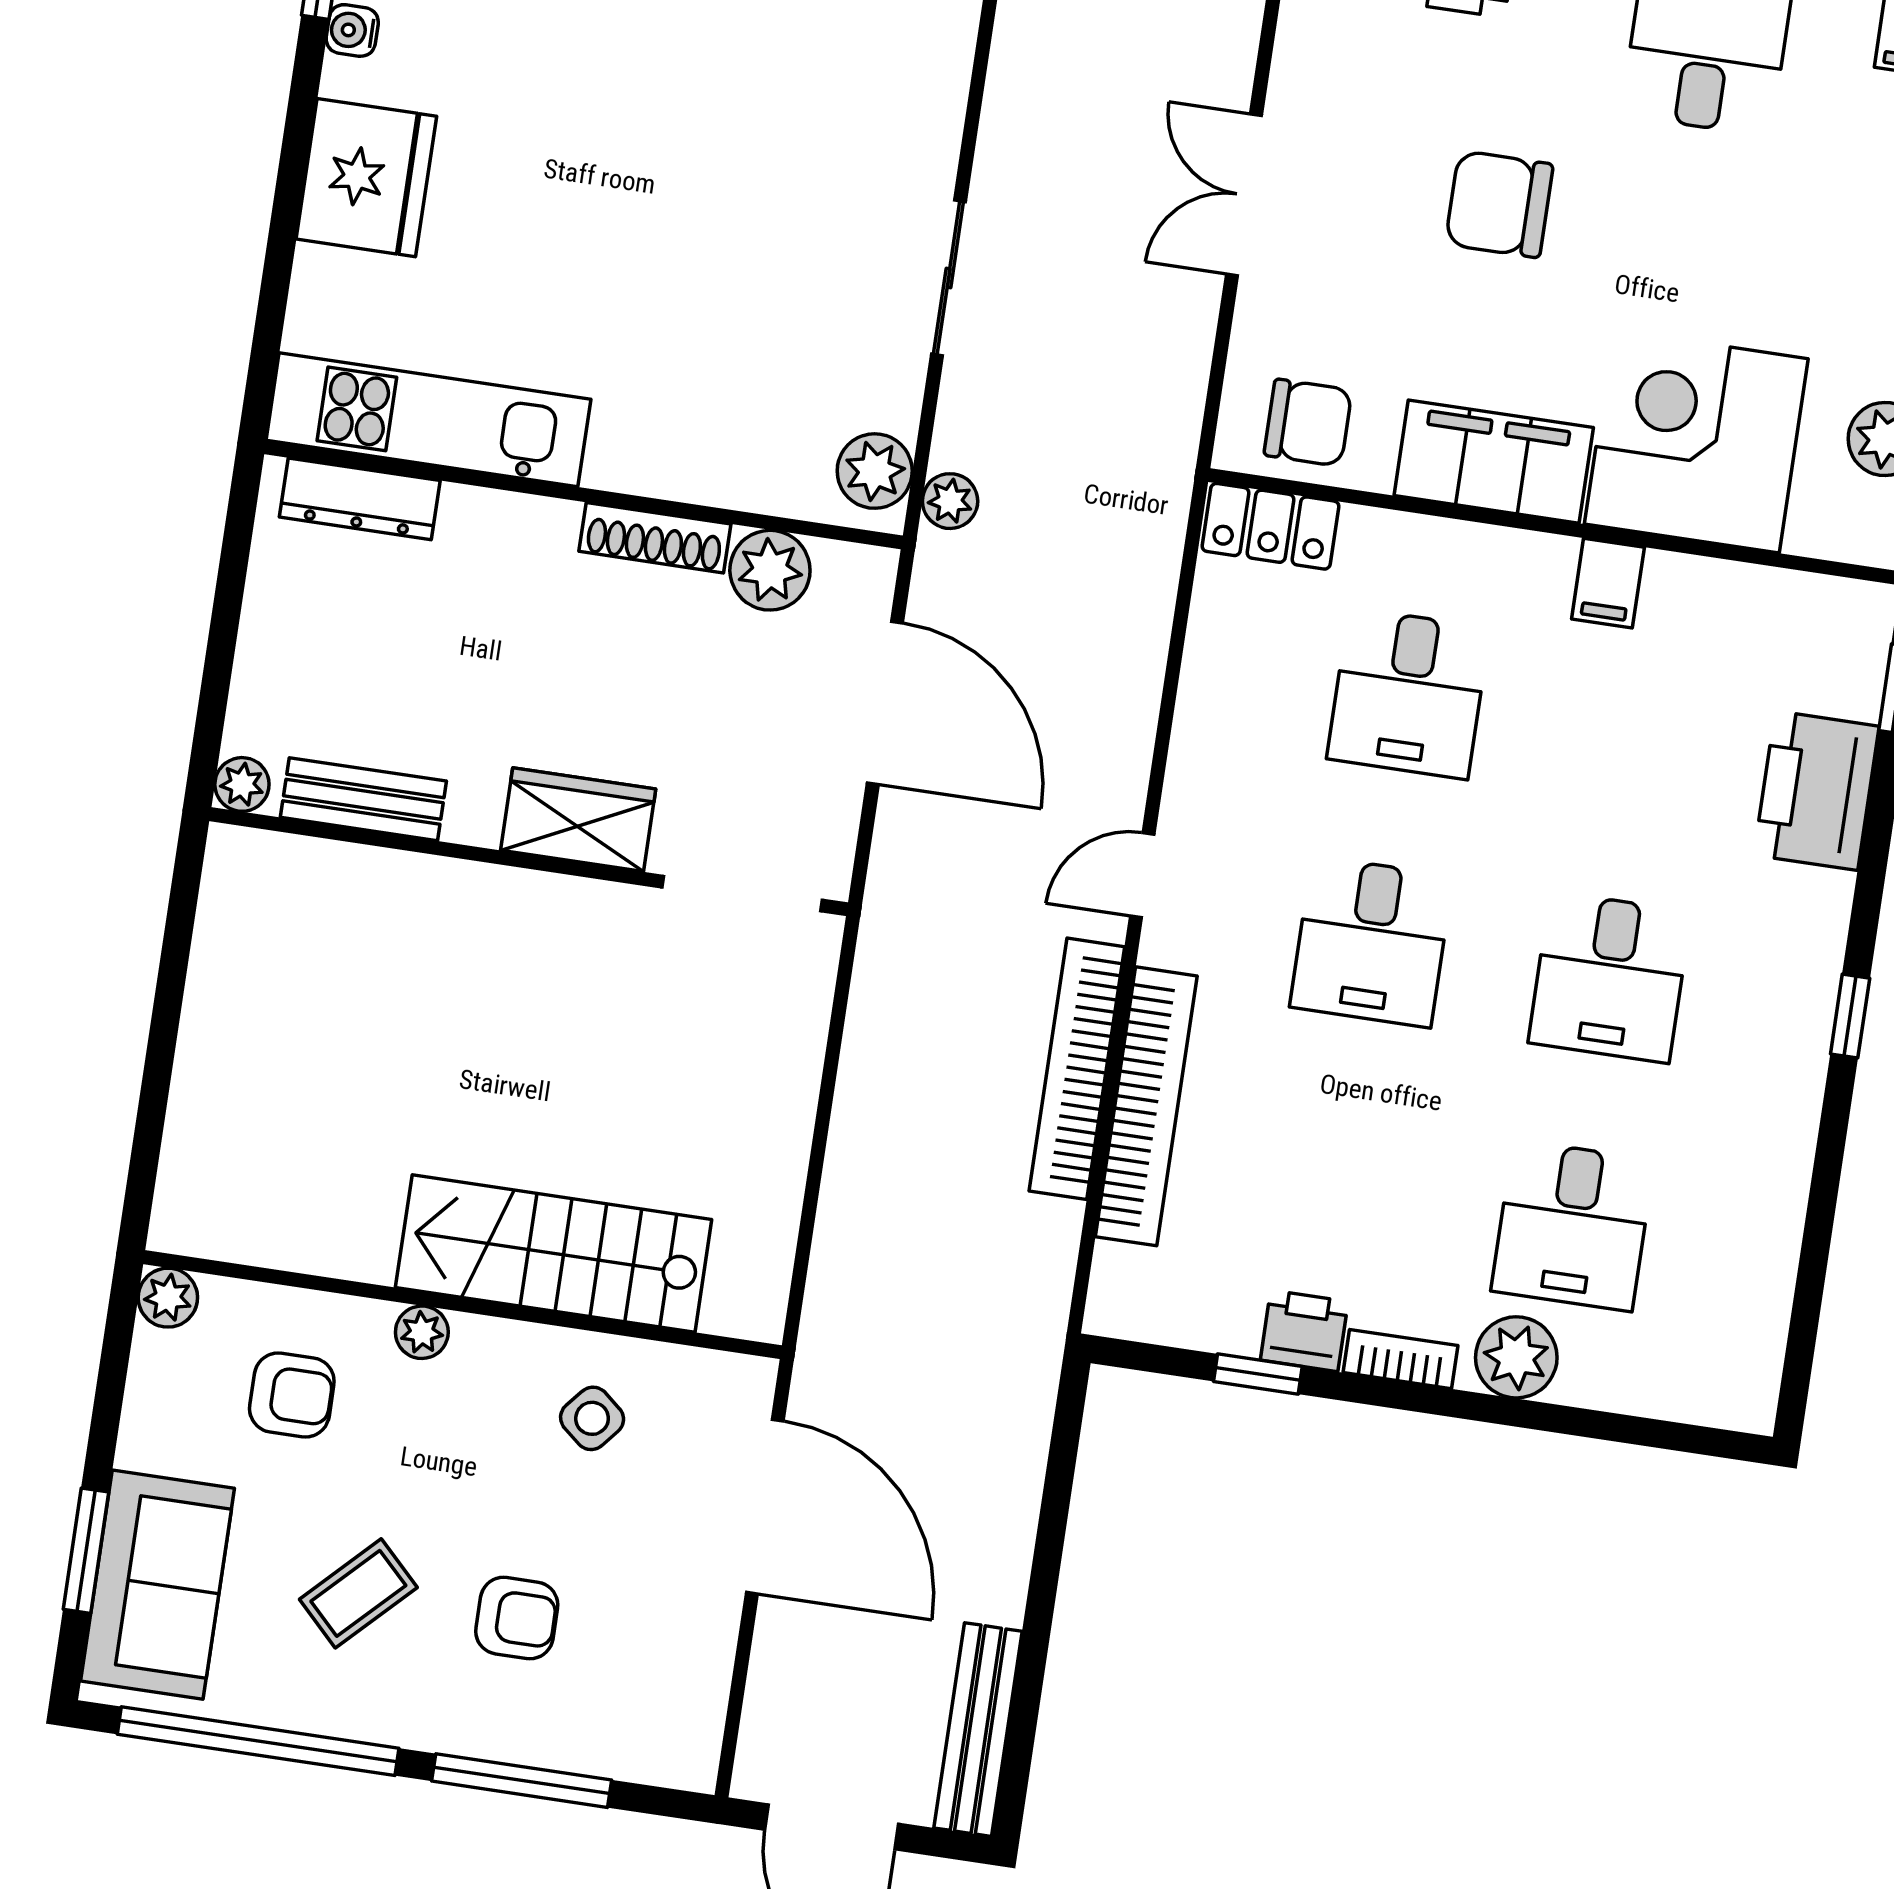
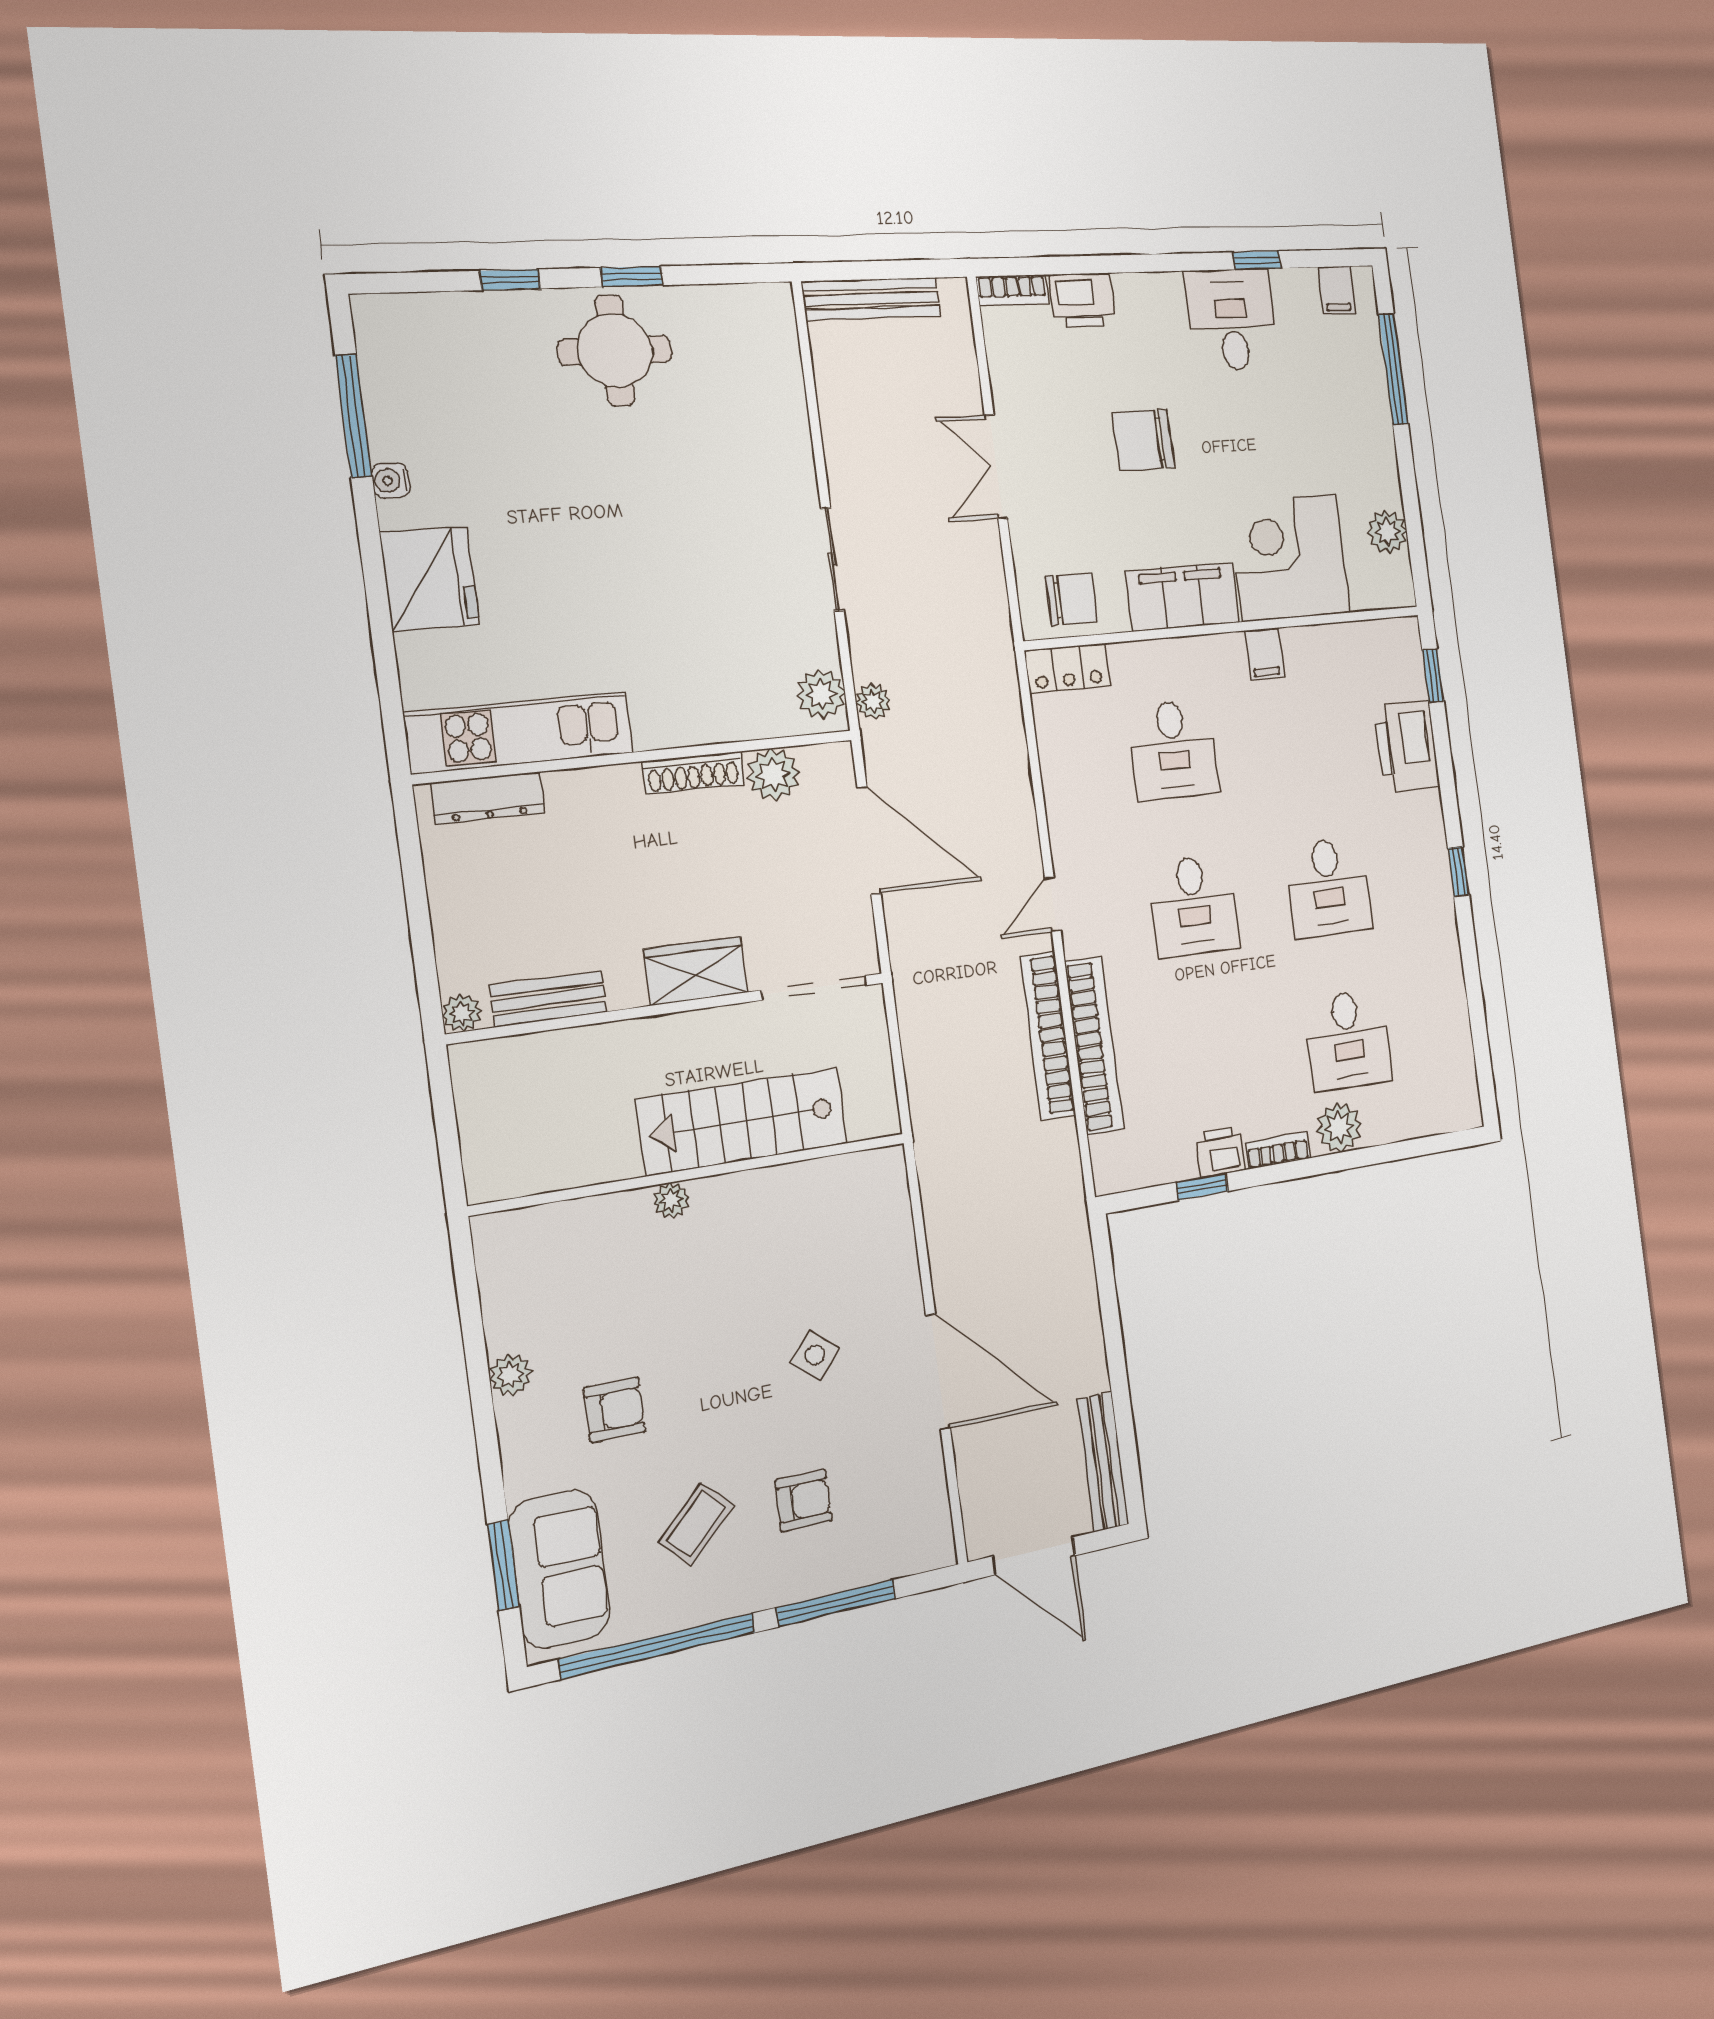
stairs: (554, 1253) -> (742, 1121), moved
wall: (462, 1305) -> (693, 1174), moved
plant: (422, 1332) -> (671, 1200), moved

